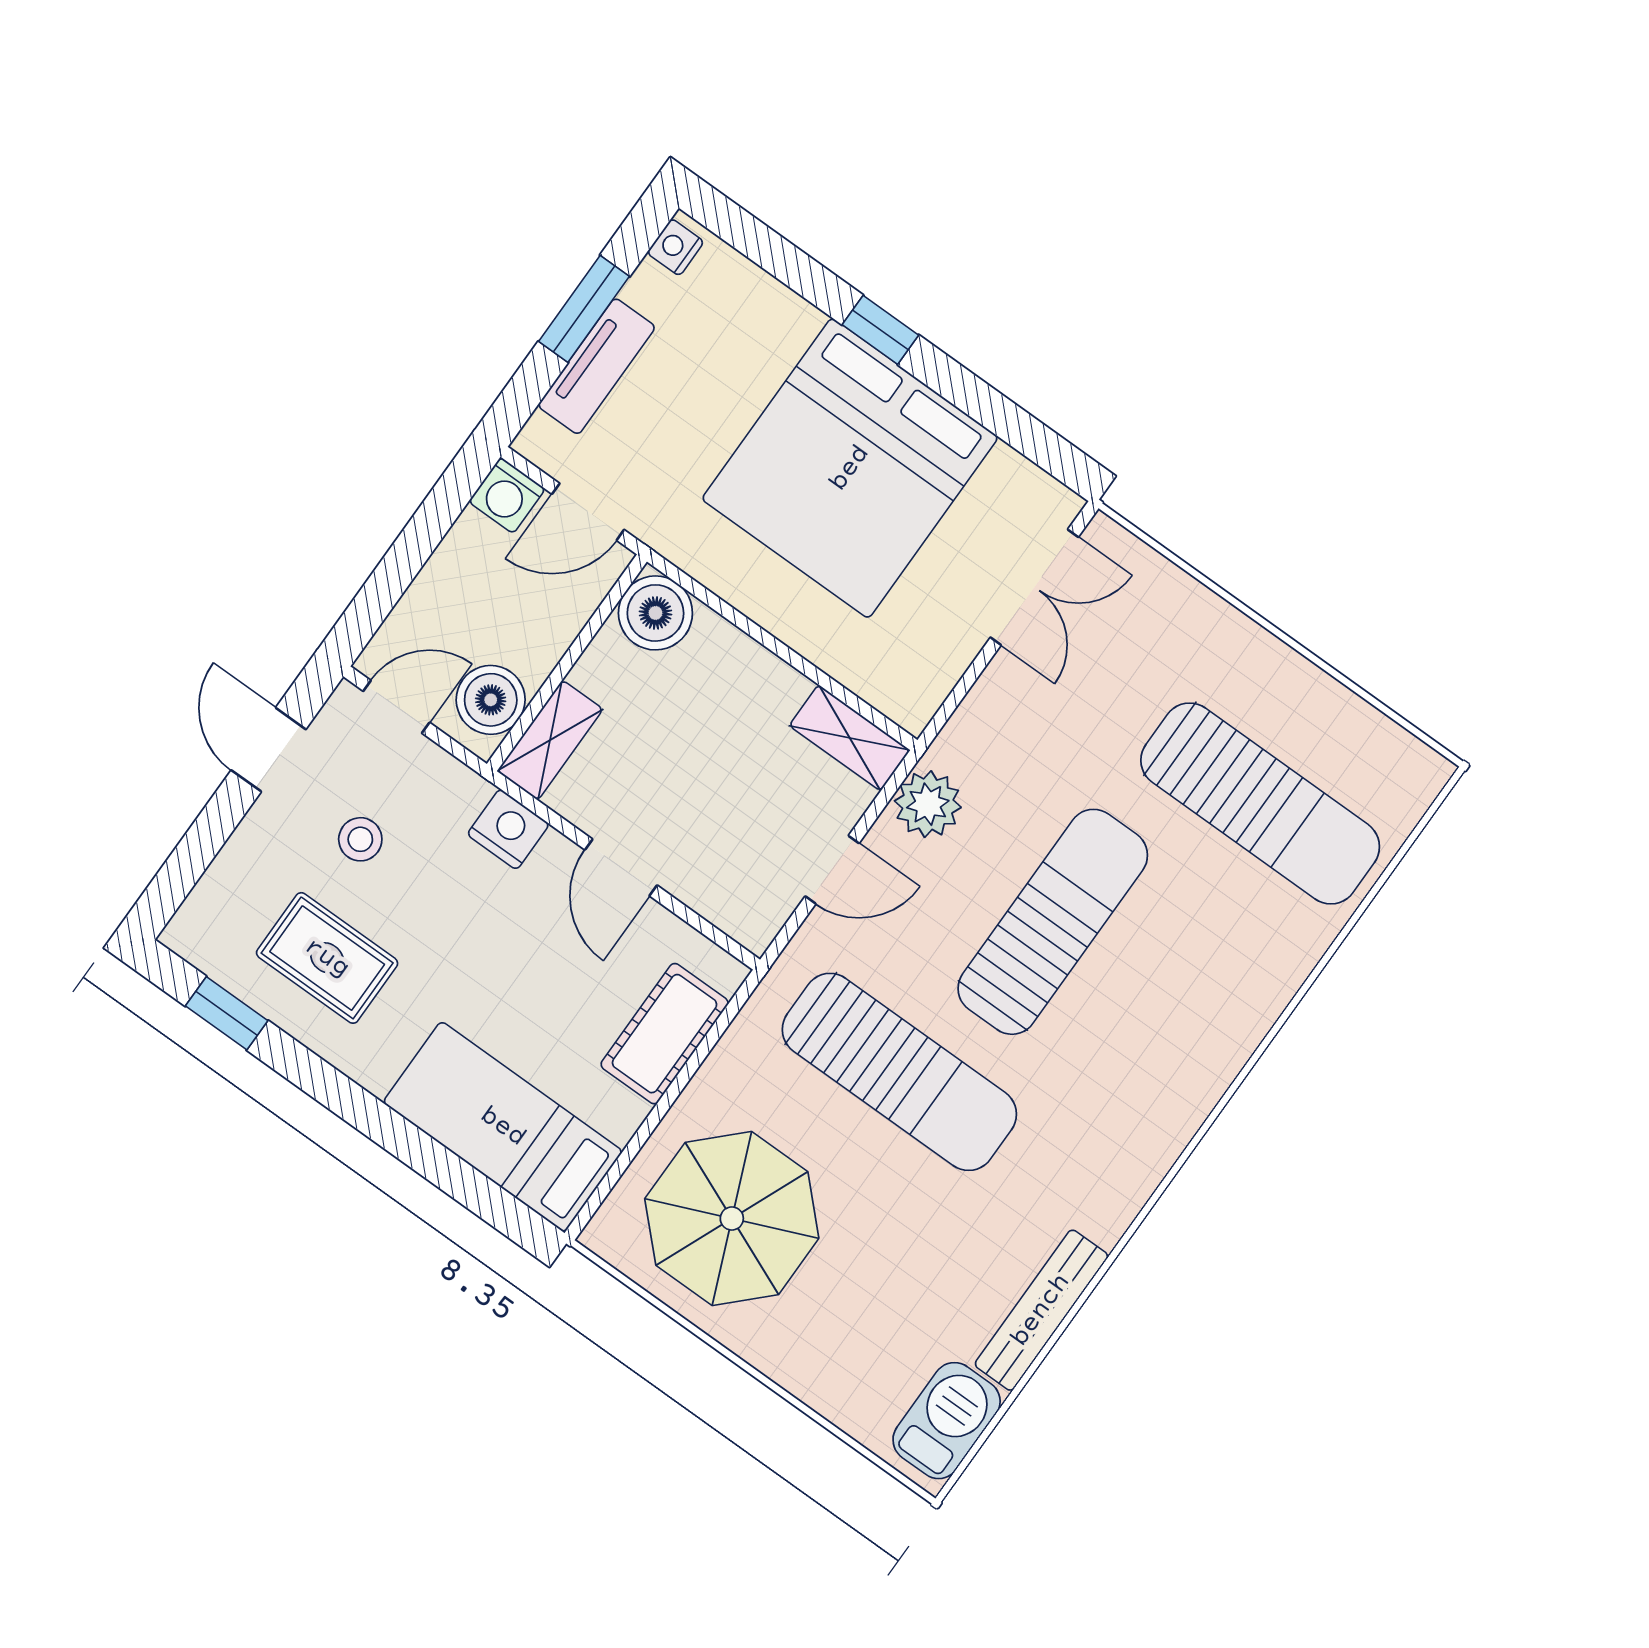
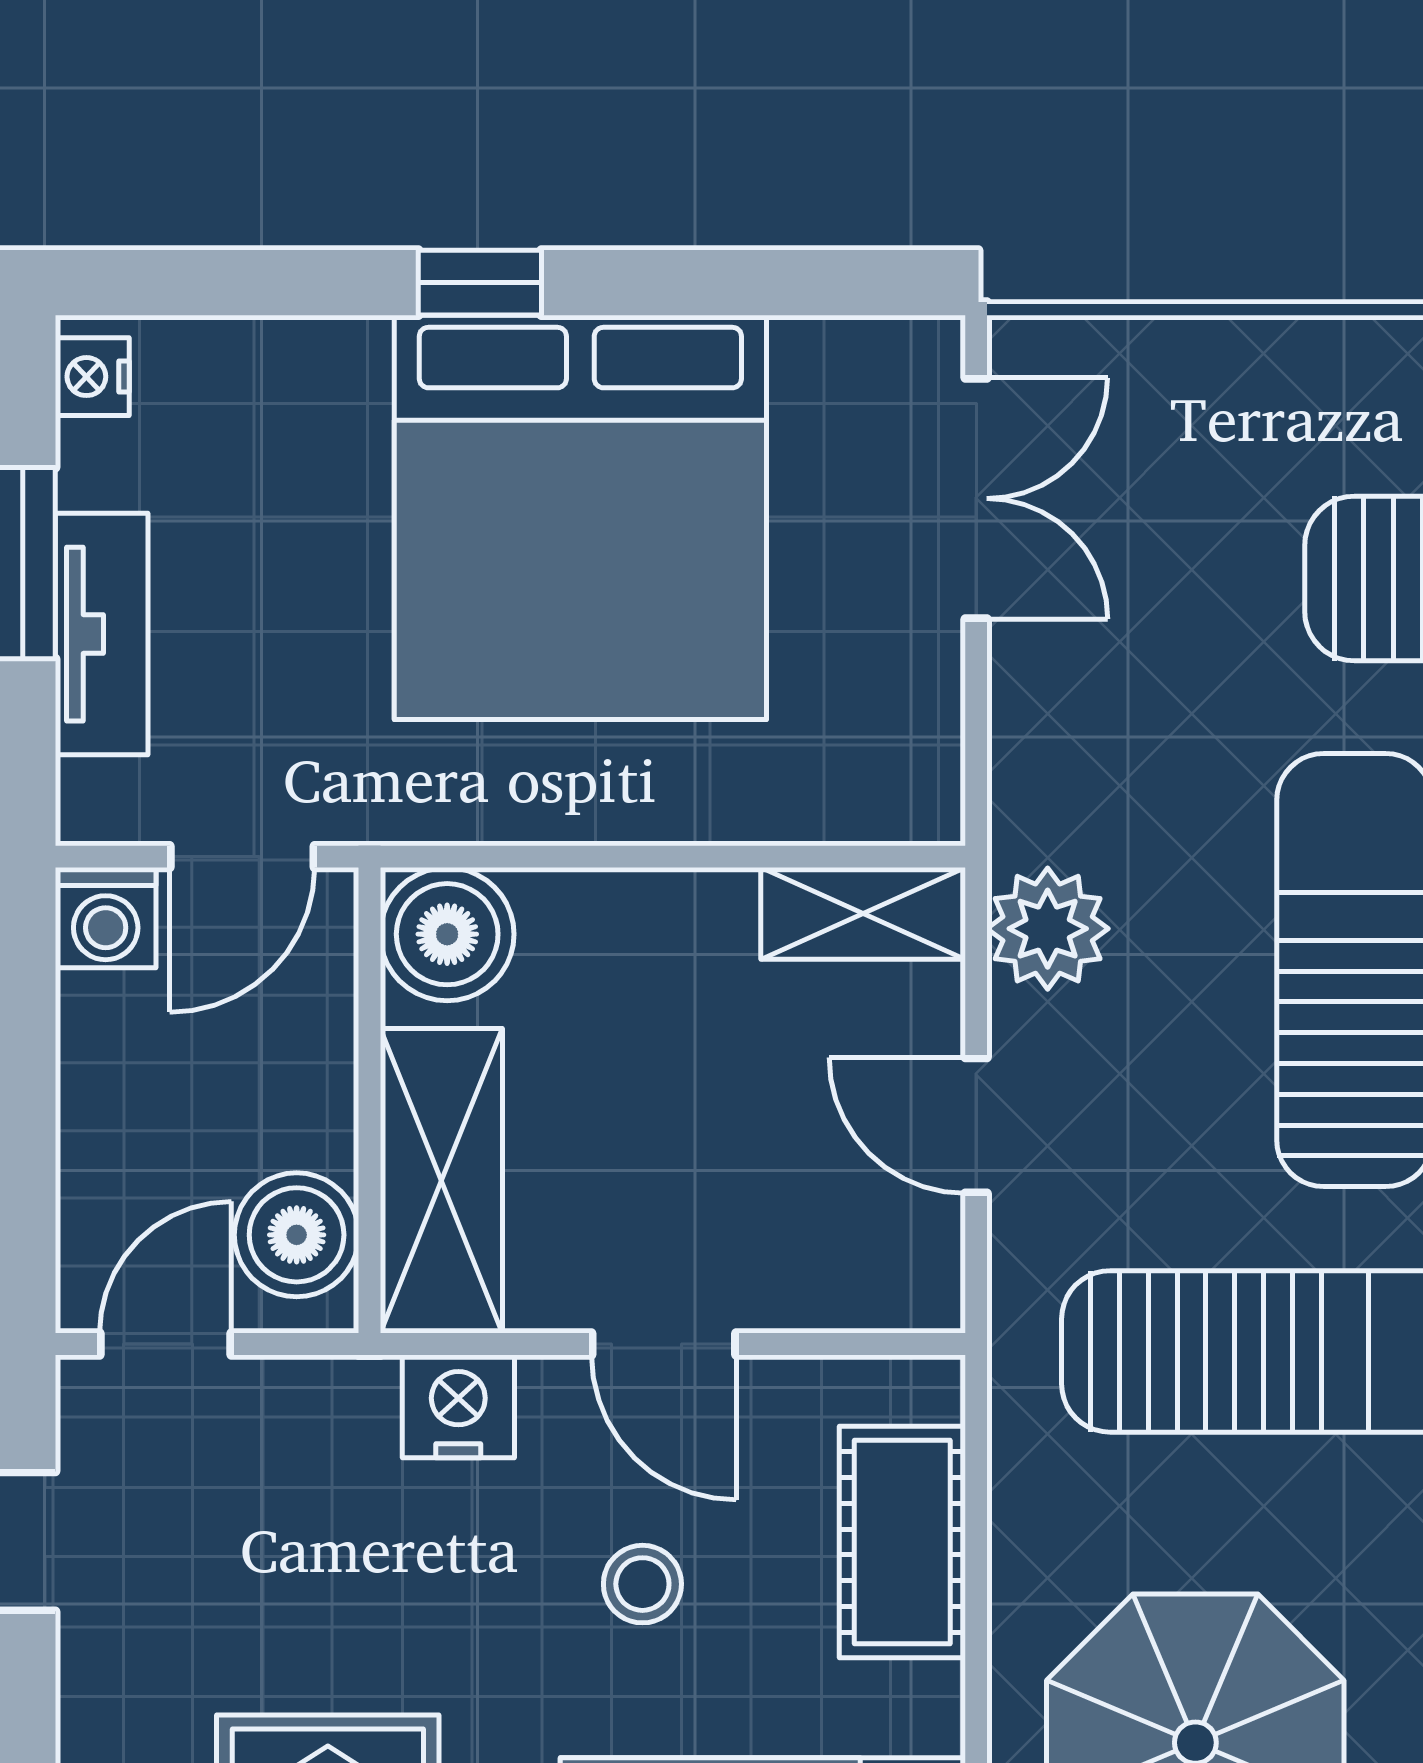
shelving: (550, 740) -> (441, 1181), width x1.50, depth x1.33
stool: (360, 839) -> (642, 1584), moved
door: (832, 870) -> (976, 1125), swing flipped

